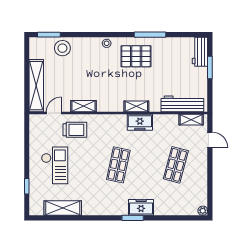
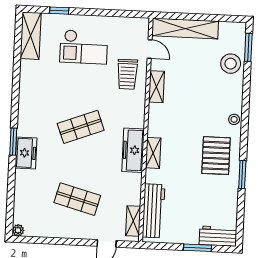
window: (150, 35) -> (242, 175), width x0.69
freezer: (140, 122) -> (133, 150), width x1.40
shop shelf: (118, 165) -> (81, 127), turned -33
shelving: (63, 208) -> (31, 36), moved

